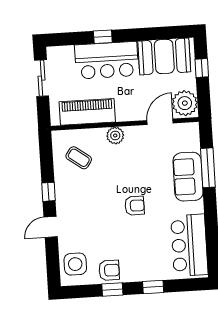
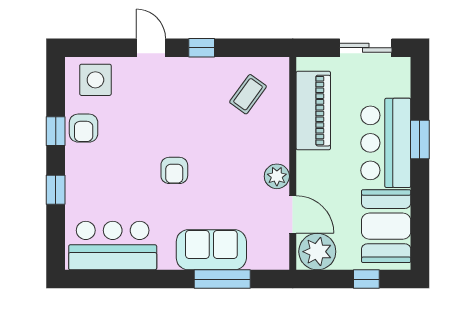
window: (103, 37) -> (420, 139), width x1.50
plant: (115, 135) -> (277, 176), moved

